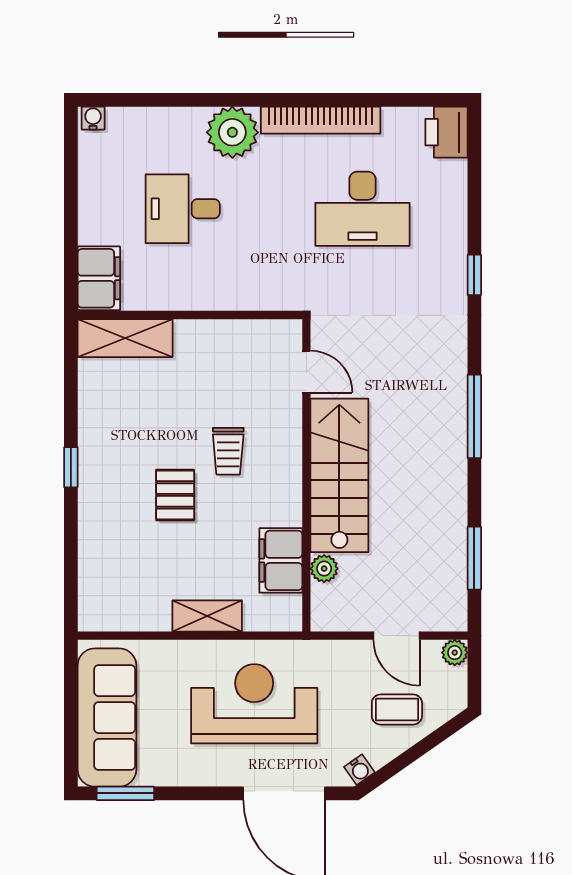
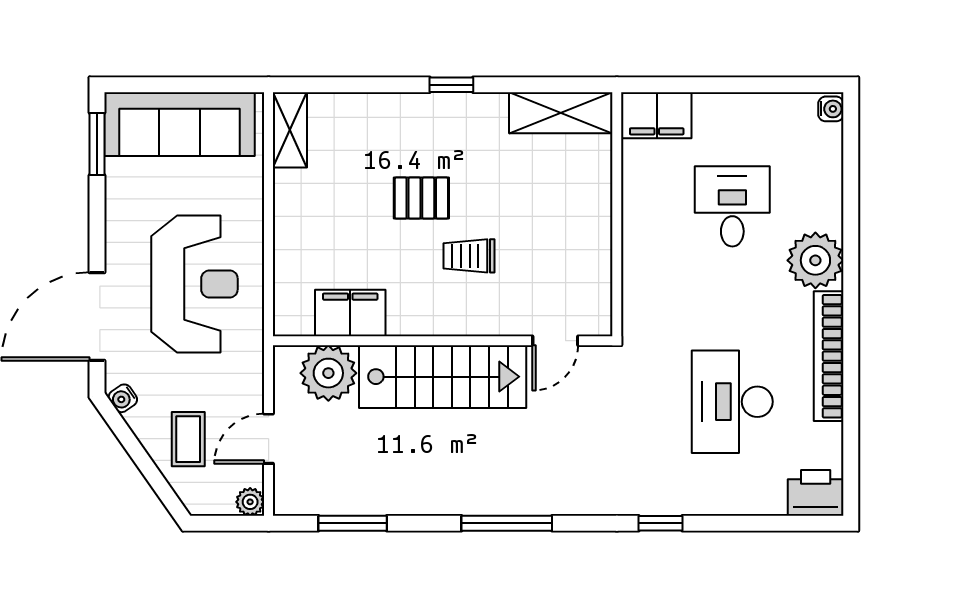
shelving: (125, 338) -> (561, 113), moved, turned 90
plant: (324, 569) -> (328, 373), width x1.88, depth x1.88
shelving: (207, 616) -> (290, 130), moved

